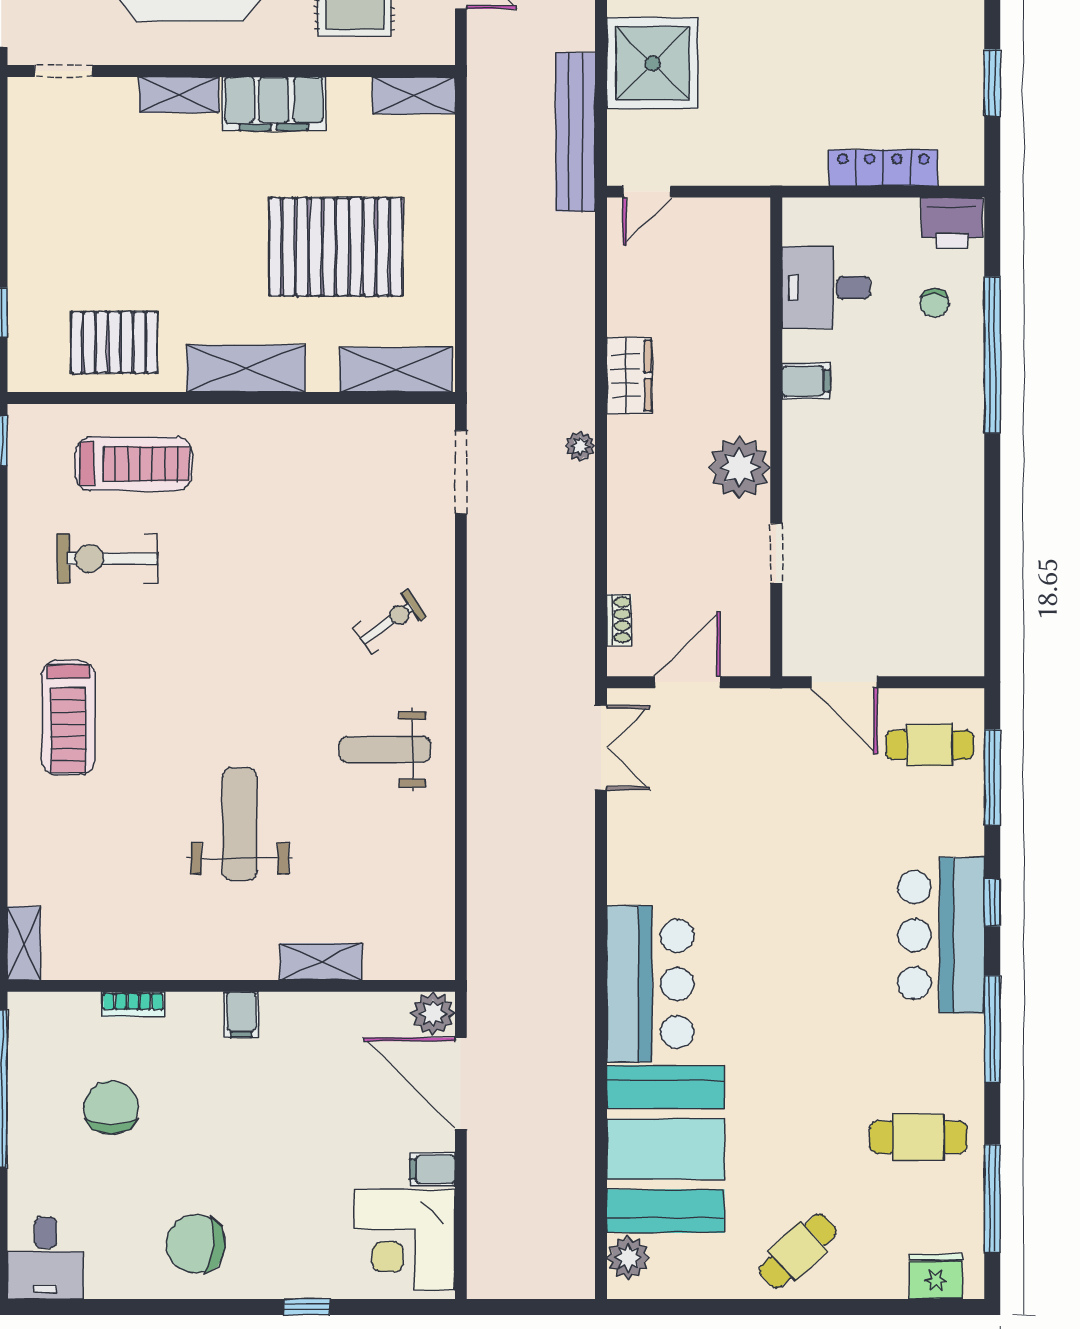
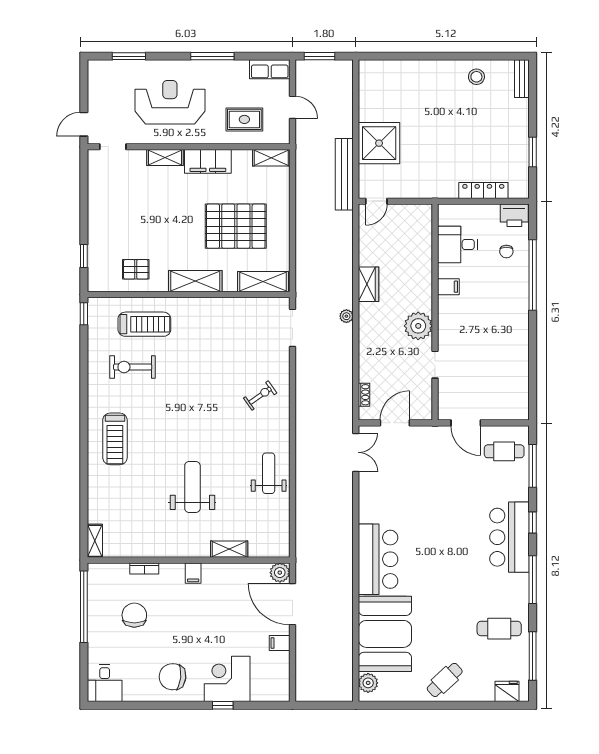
pallet: (114, 342) -> (136, 269), width x0.67, depth x0.71
weight bench: (385, 749) -> (269, 473), moved, turned 90
corner desk: (405, 1240) -> (227, 679), moved, turned 90

